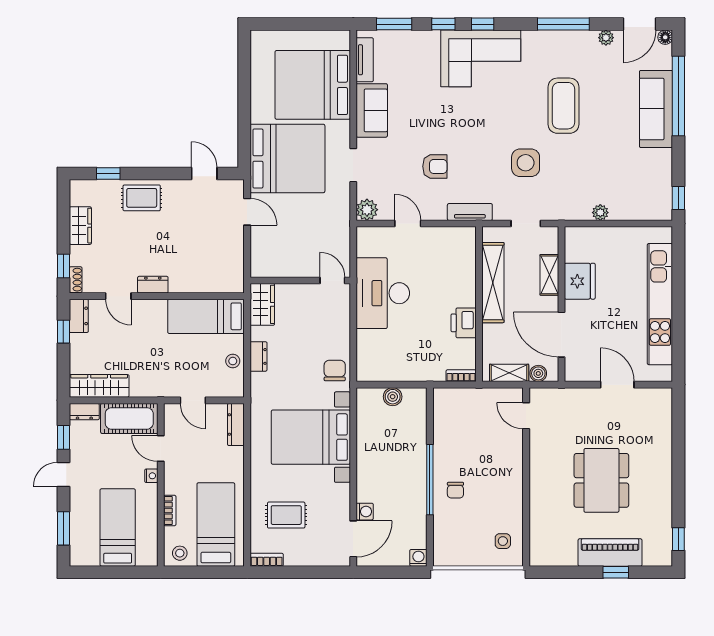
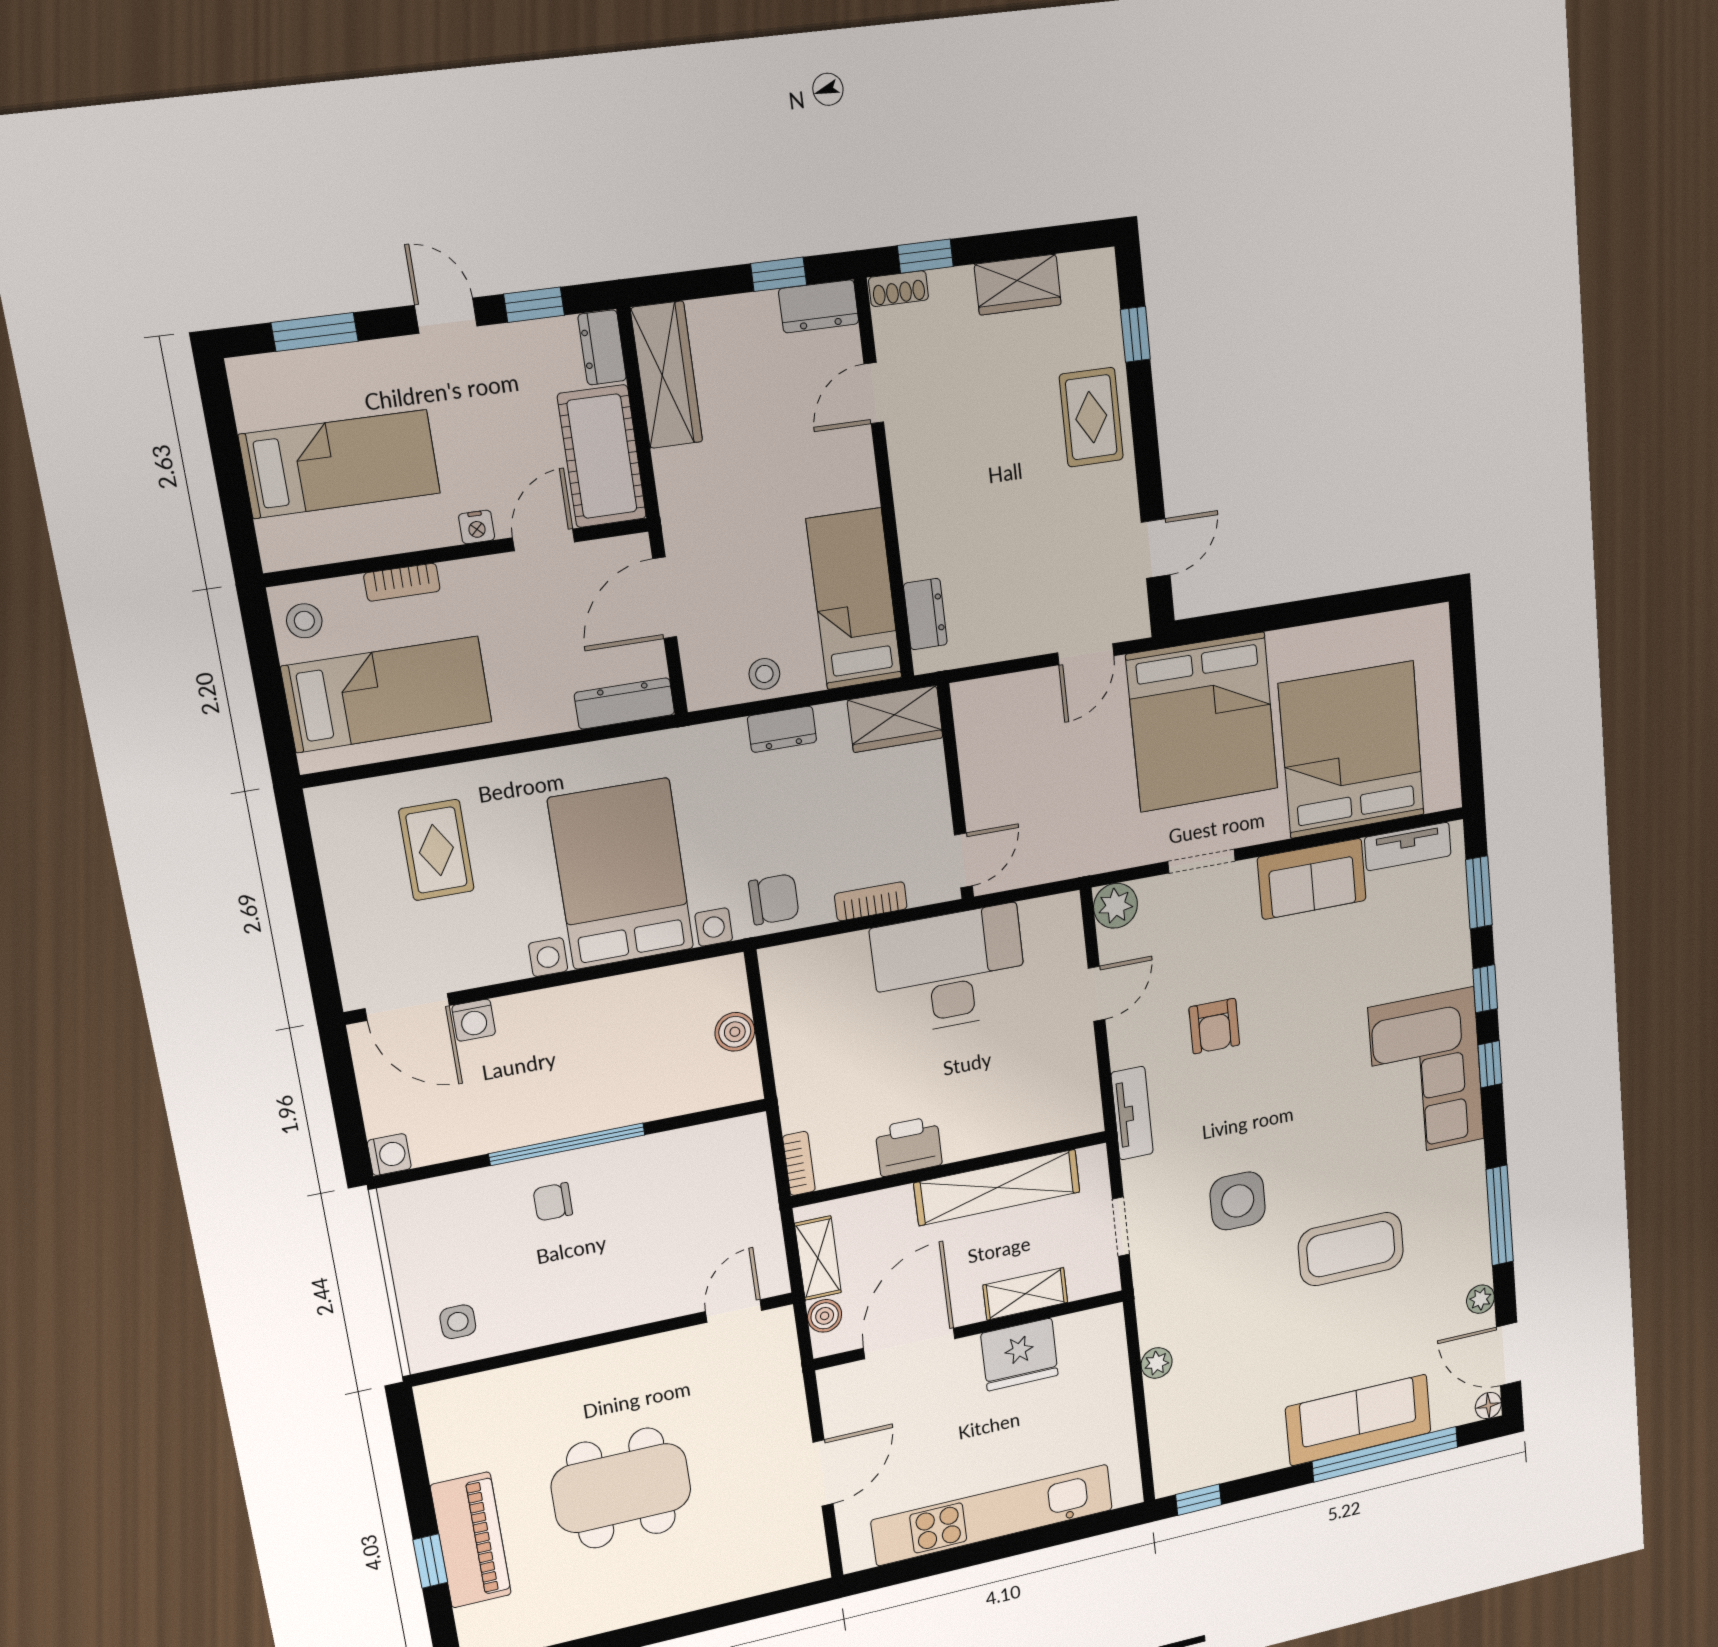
dresser: (153, 285) -> (925, 614), moved
door: (193, 400) -> (665, 598), width x1.38
bookcase: (267, 560) -> (871, 901), moved, turned -90

